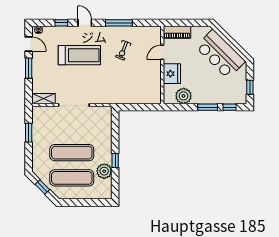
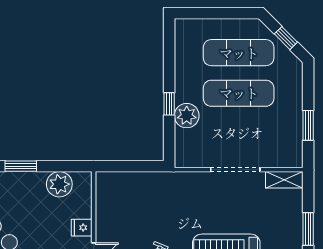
fridge: (172, 74) -> (82, 228), width x0.53, depth x0.75
window: (115, 161) -> (169, 104), moved
plant: (104, 171) -> (187, 116), moved

